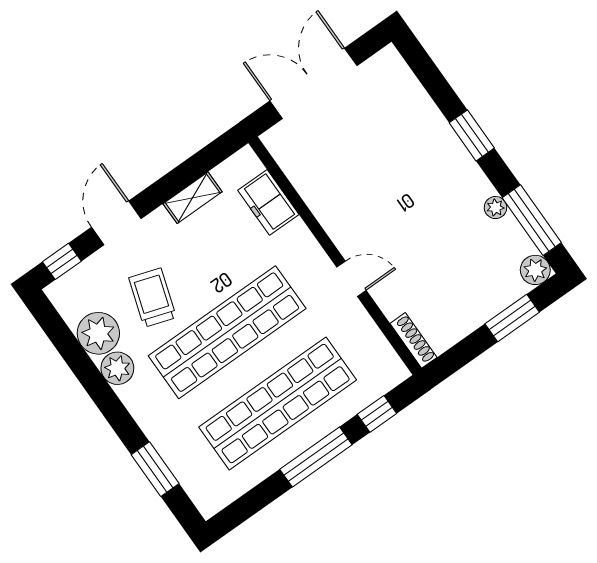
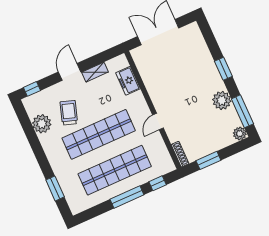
plant: (495, 208) -> (222, 100), width x1.88, depth x1.88
door: (116, 223) -> (70, 72), moved
door: (351, 279) -> (158, 122), swing flipped
window: (512, 318) -> (208, 160), moved
plant: (117, 368) -> (47, 141), removed

